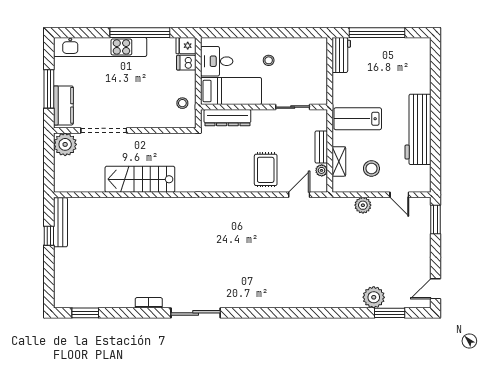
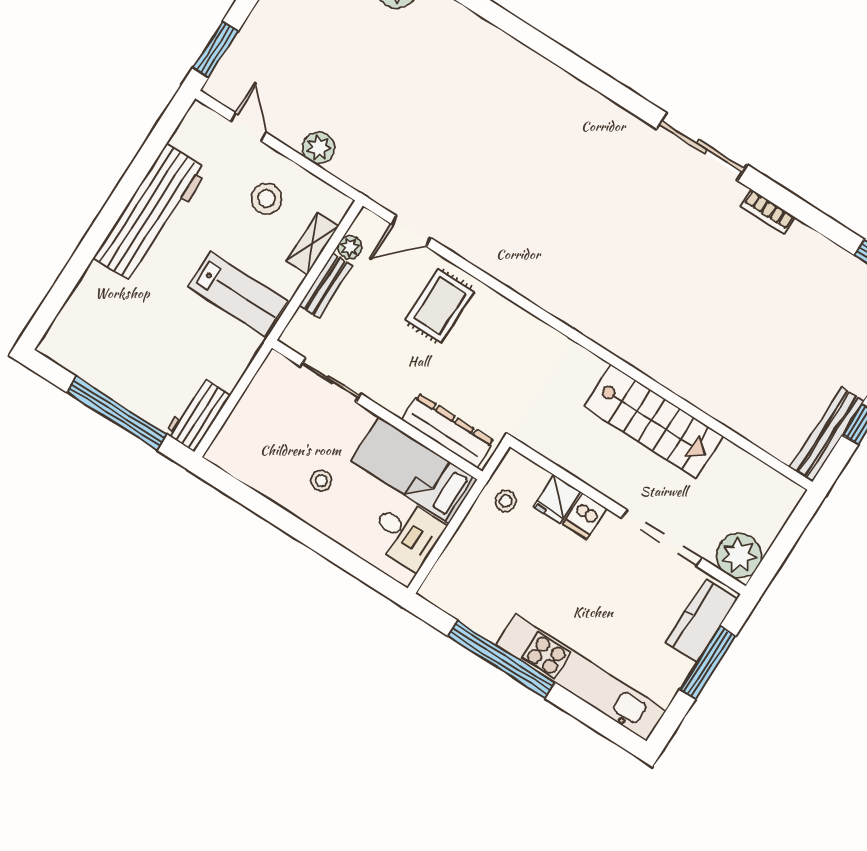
fridge: (186, 46) -> (557, 499), moved, turned 90
dishwasher: (186, 63) -> (585, 516), moved, turned 90

